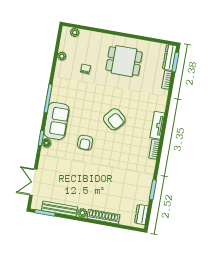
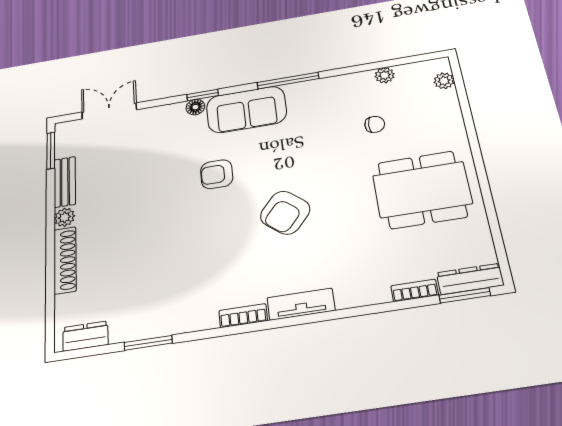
dining table: (124, 61) -> (422, 190), width x1.37
bench: (59, 209) -> (65, 182), width x0.73

